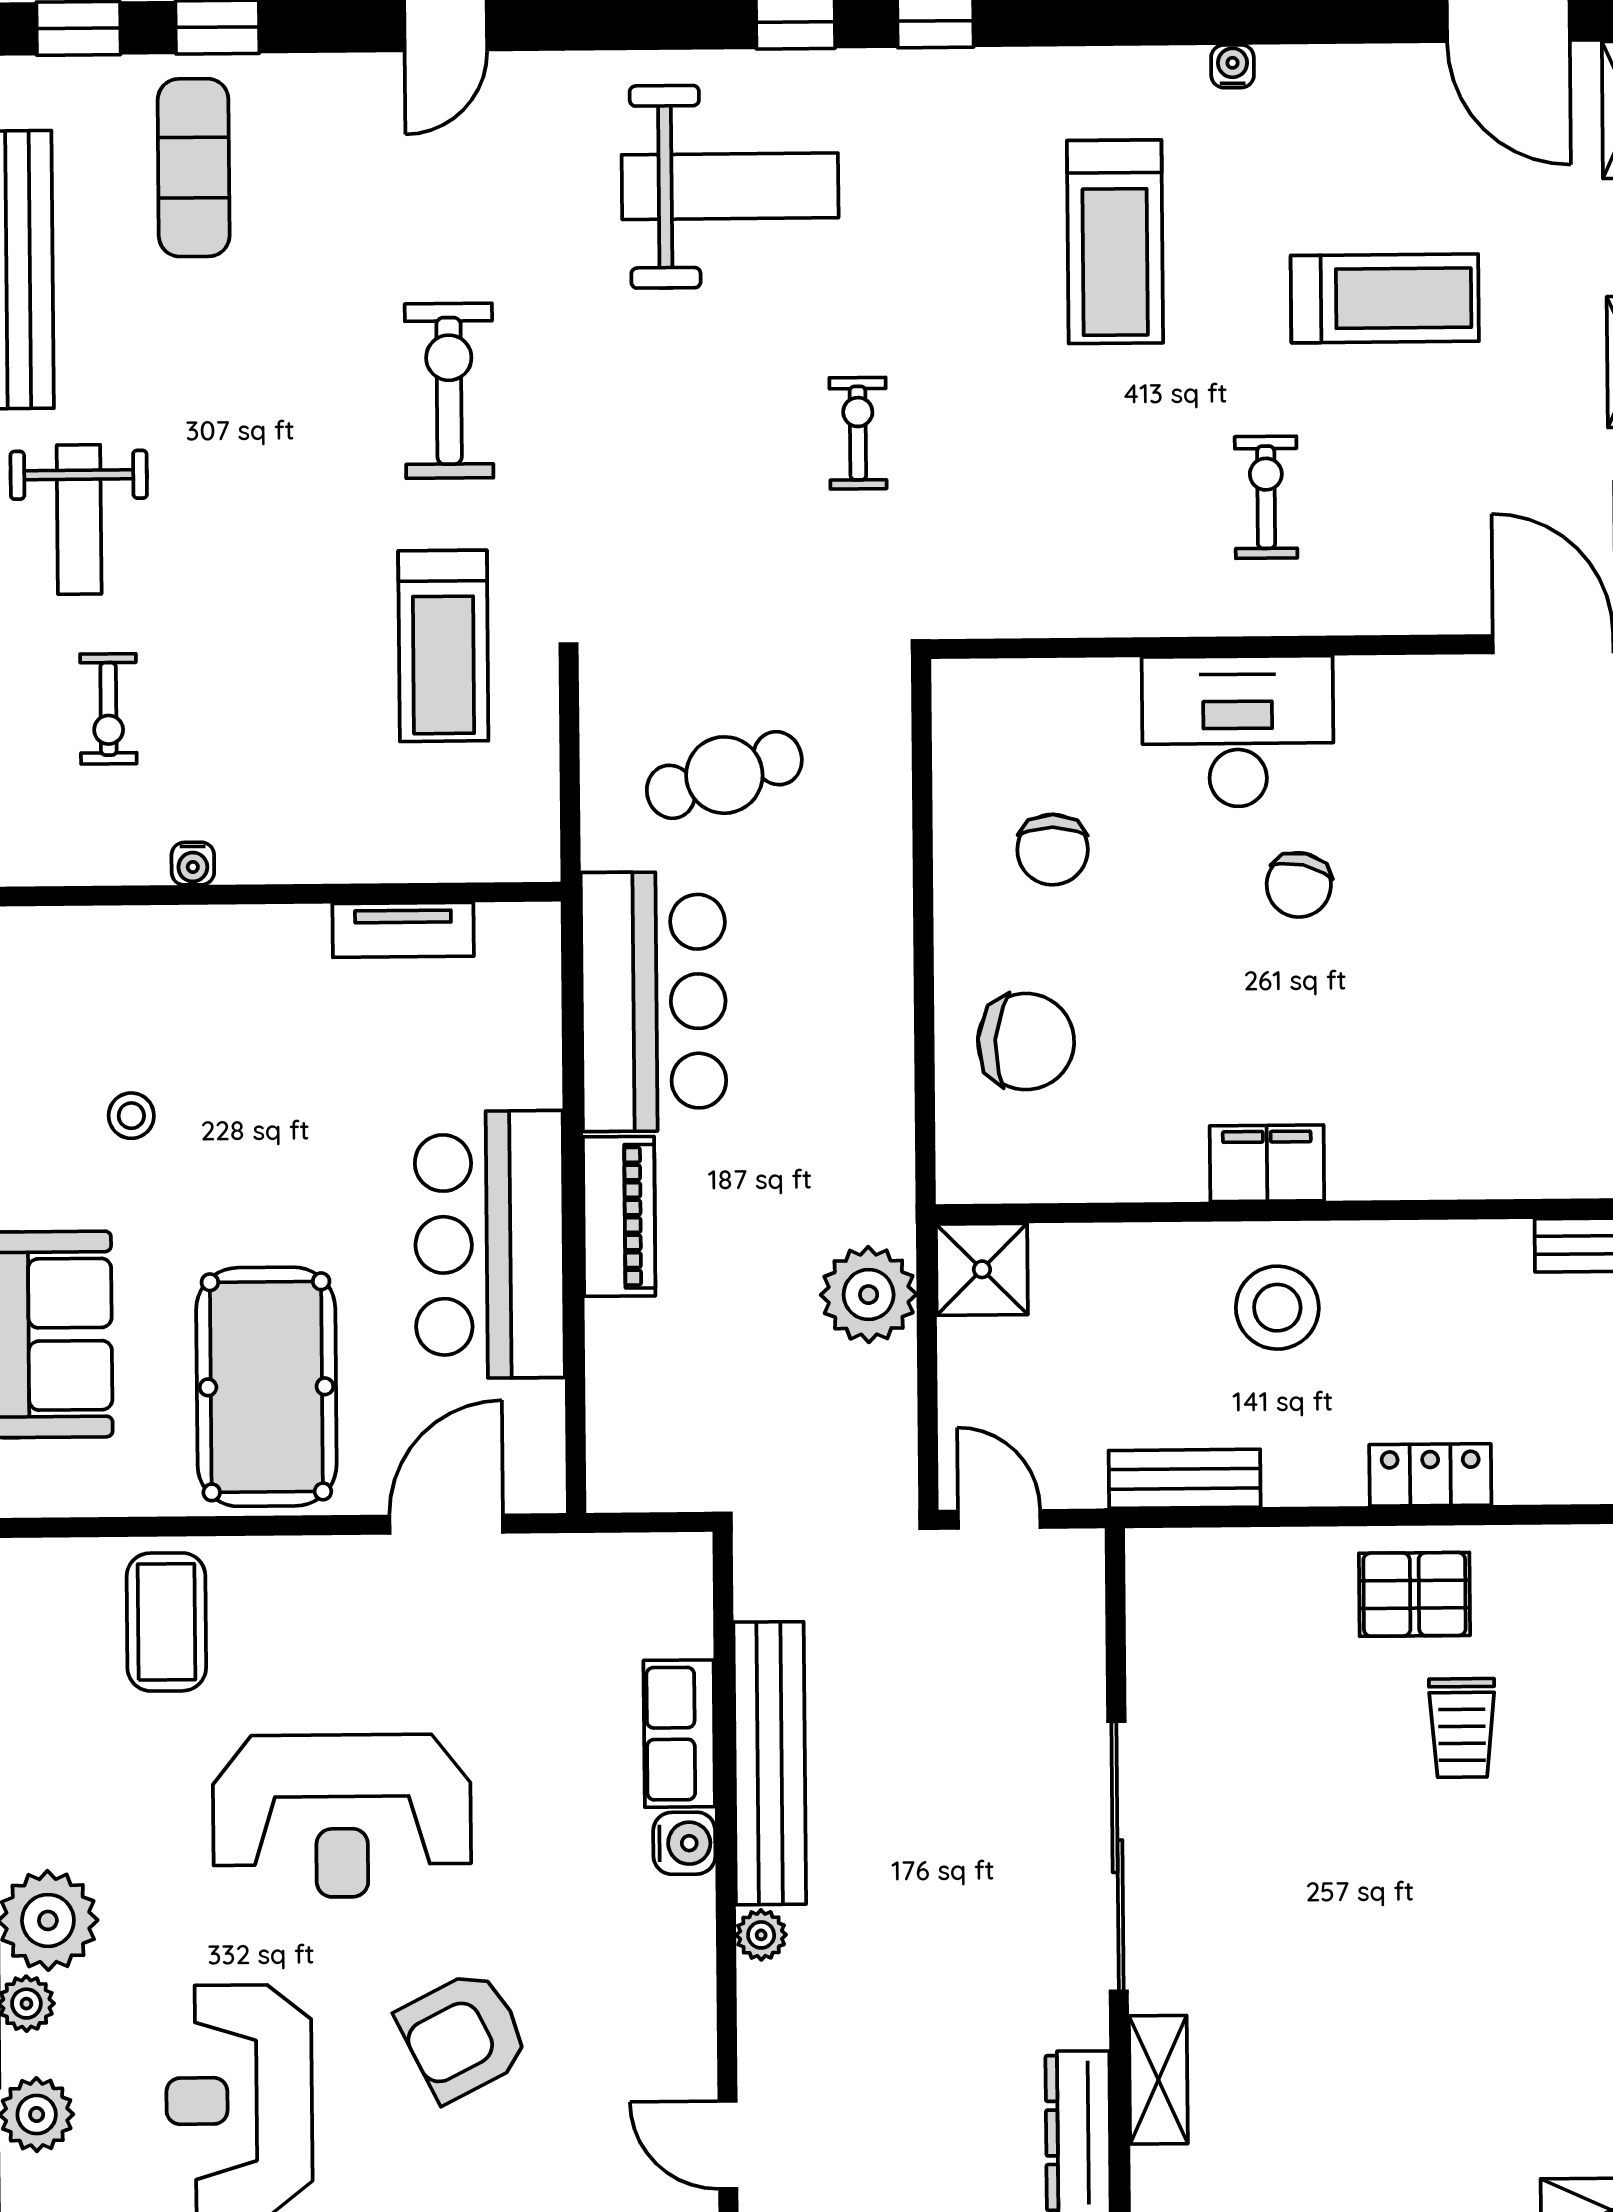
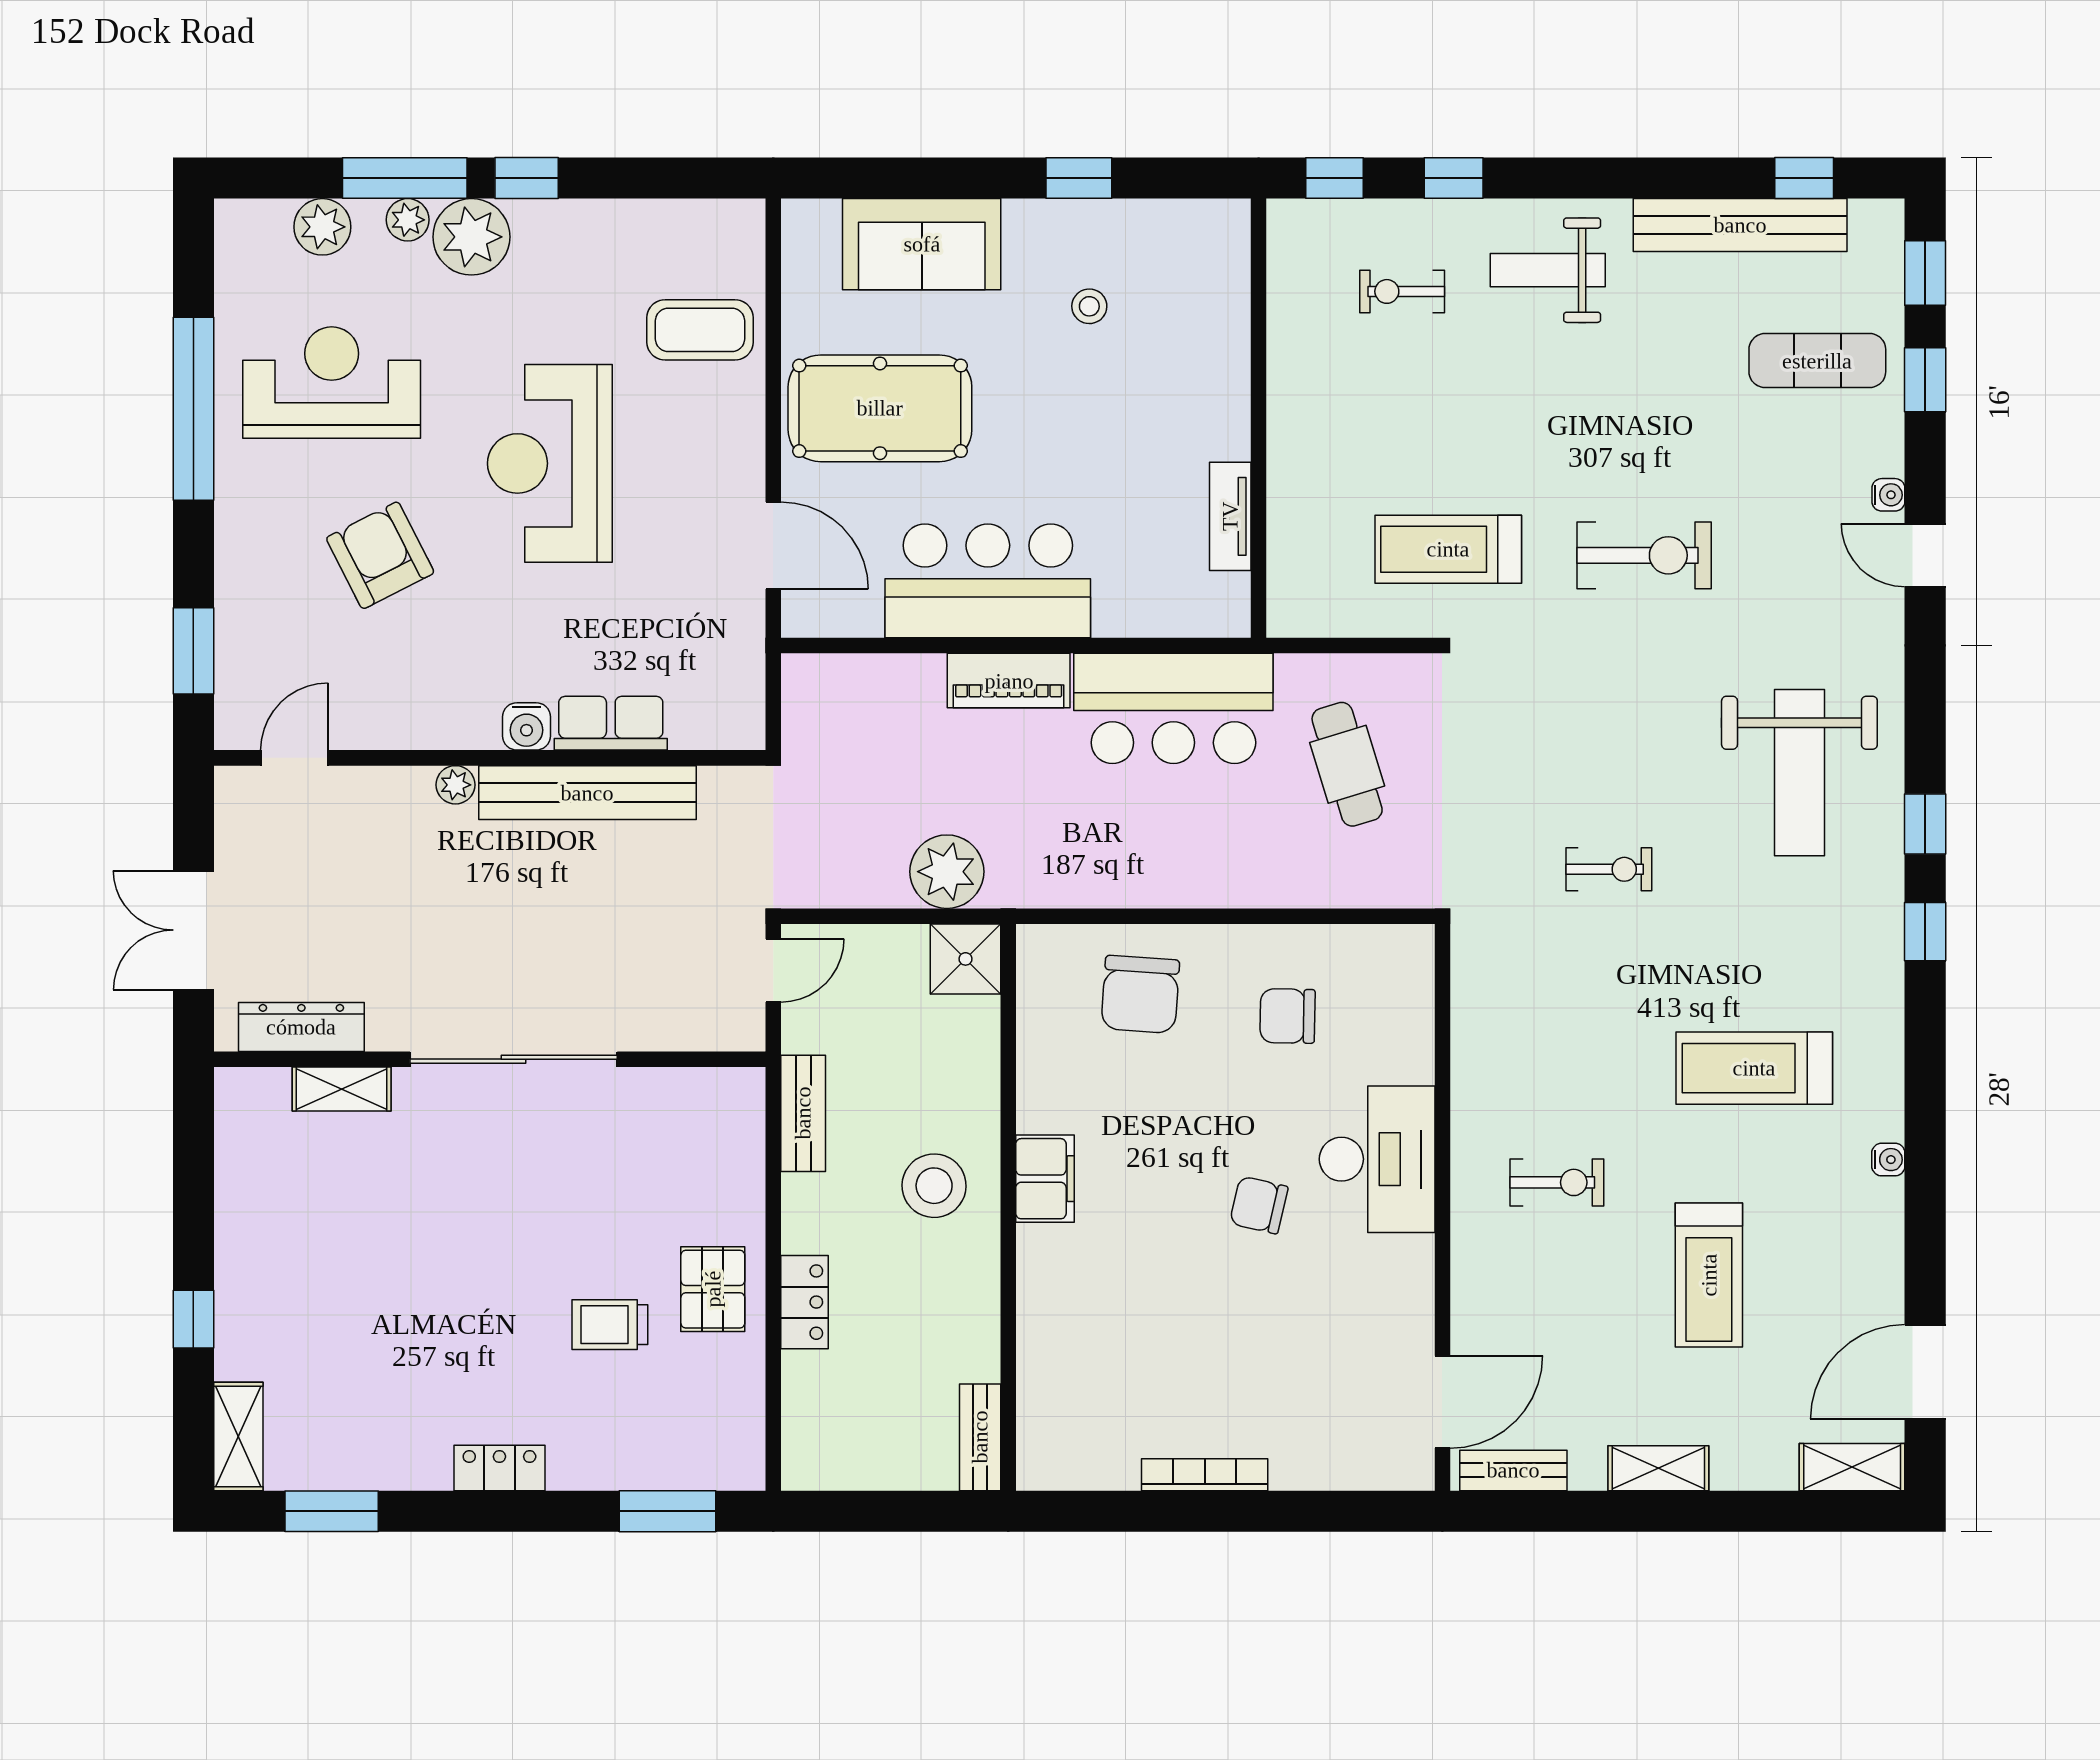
water cooler: (193, 864) -> (1888, 495), moved, turned 180

